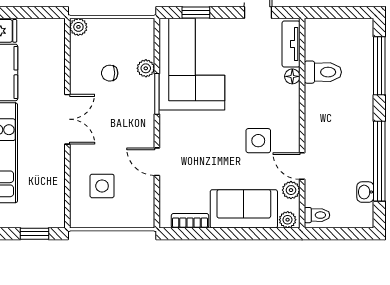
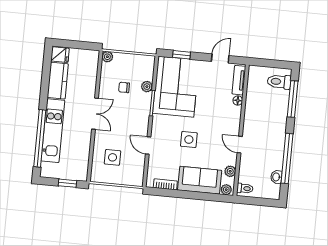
toilet: (323, 72) -> (279, 82), moved, turned 180
side table: (258, 141) -> (189, 140), moved
door: (302, 166) -> (240, 145), moved

